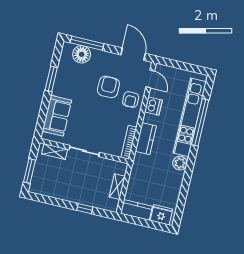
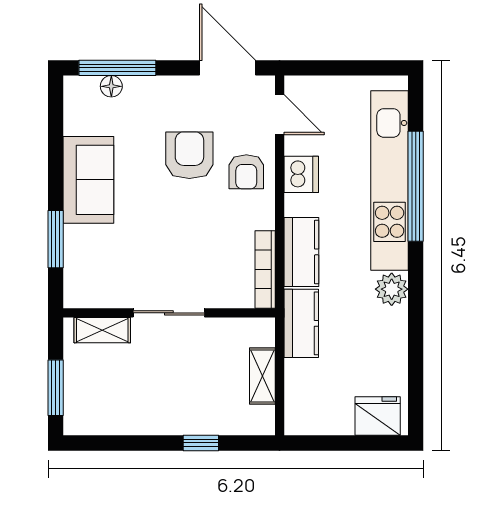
floor lamp: (82, 54) -> (111, 86), width x0.53, depth x0.53
window: (51, 79) -> (56, 239), moved
sofa: (57, 116) -> (88, 180), moved
kitchen counter: (136, 210) -> (301, 323), moved, turned 90

